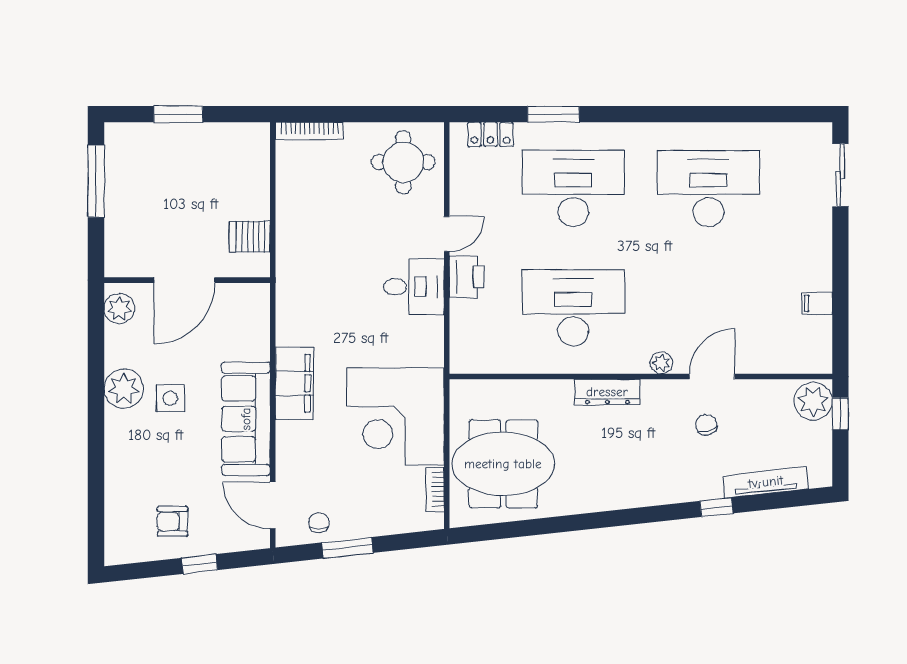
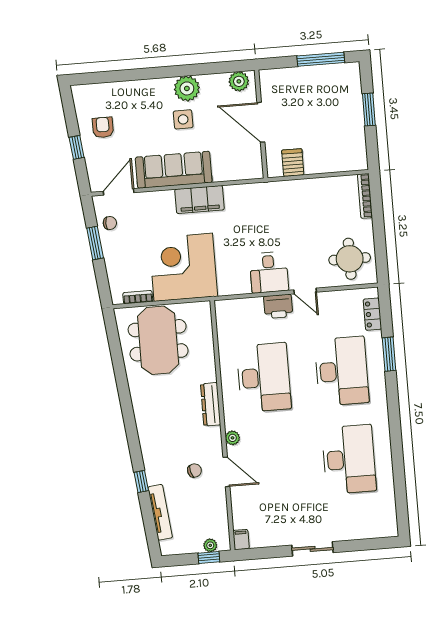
sliding door: (840, 175) -> (313, 549), moved
filing cabinet: (817, 303) -> (241, 540), moved
plant: (813, 401) -> (210, 545), width x0.53, depth x0.53

